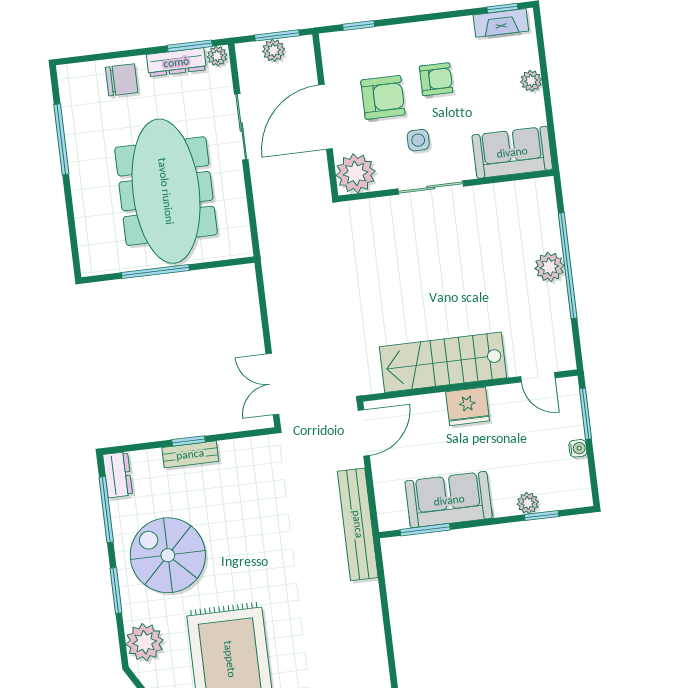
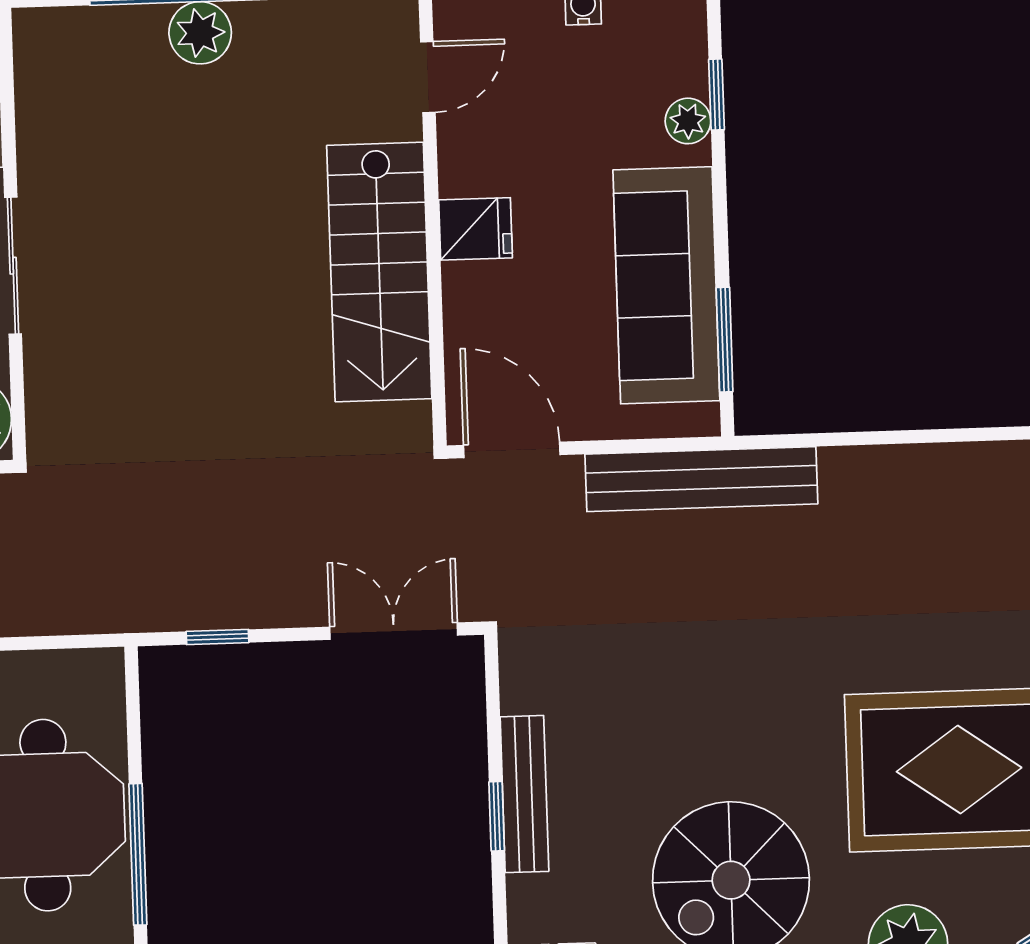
window: (262, 300) -> (218, 637), added
double door: (272, 384) -> (394, 631), swing flipped
fridge: (468, 406) -> (475, 229), width x0.72
bench: (190, 454) -> (524, 794), width x1.36
sofa: (449, 500) -> (666, 285), width x1.36

